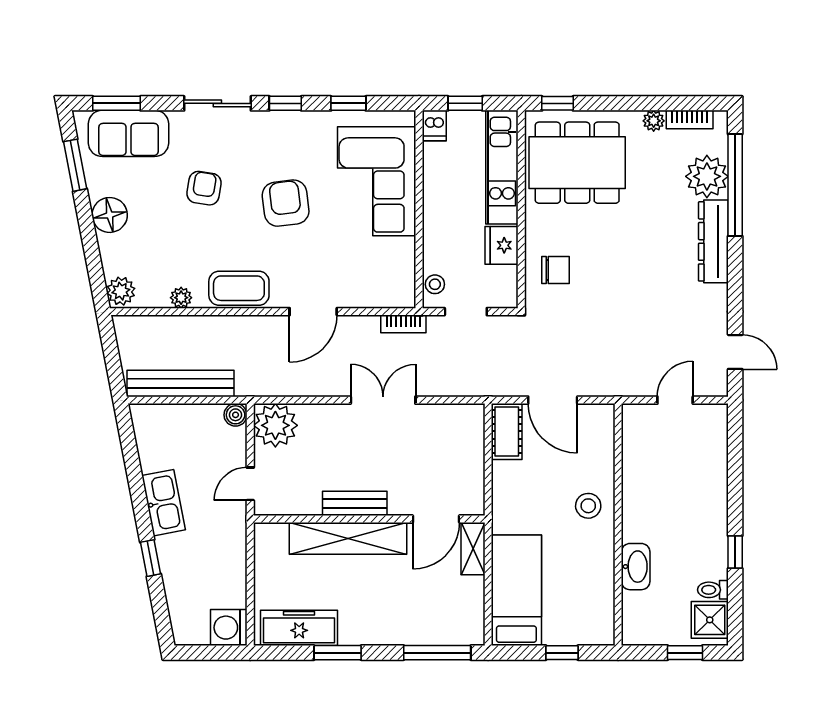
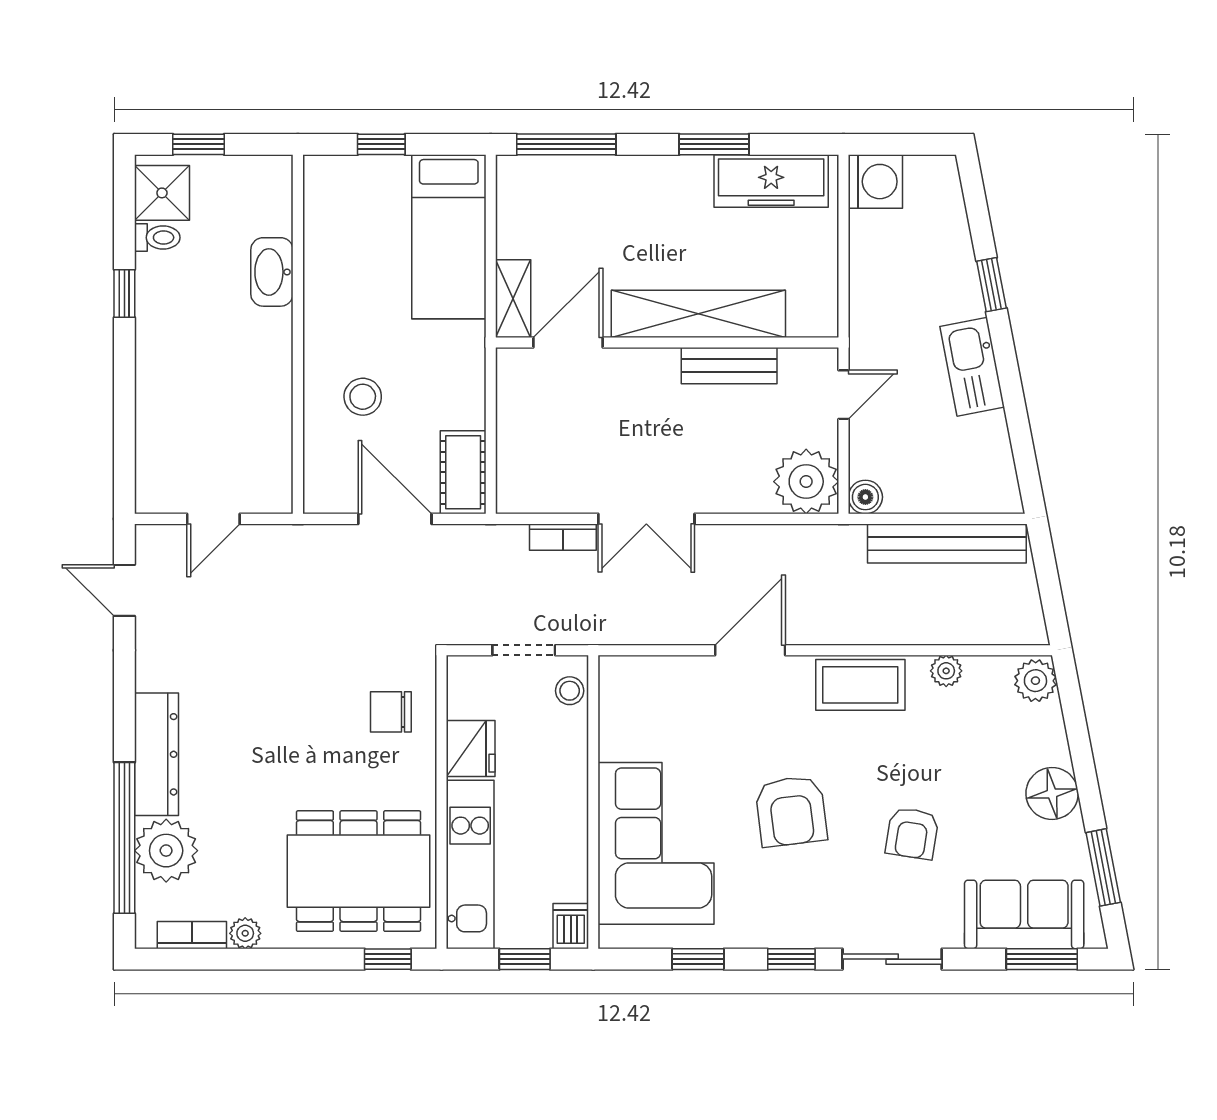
bookcase: (403, 324) -> (563, 537), moved, turned 180
bench: (355, 503) -> (729, 366), moved
stool: (588, 506) -> (363, 397), moved

